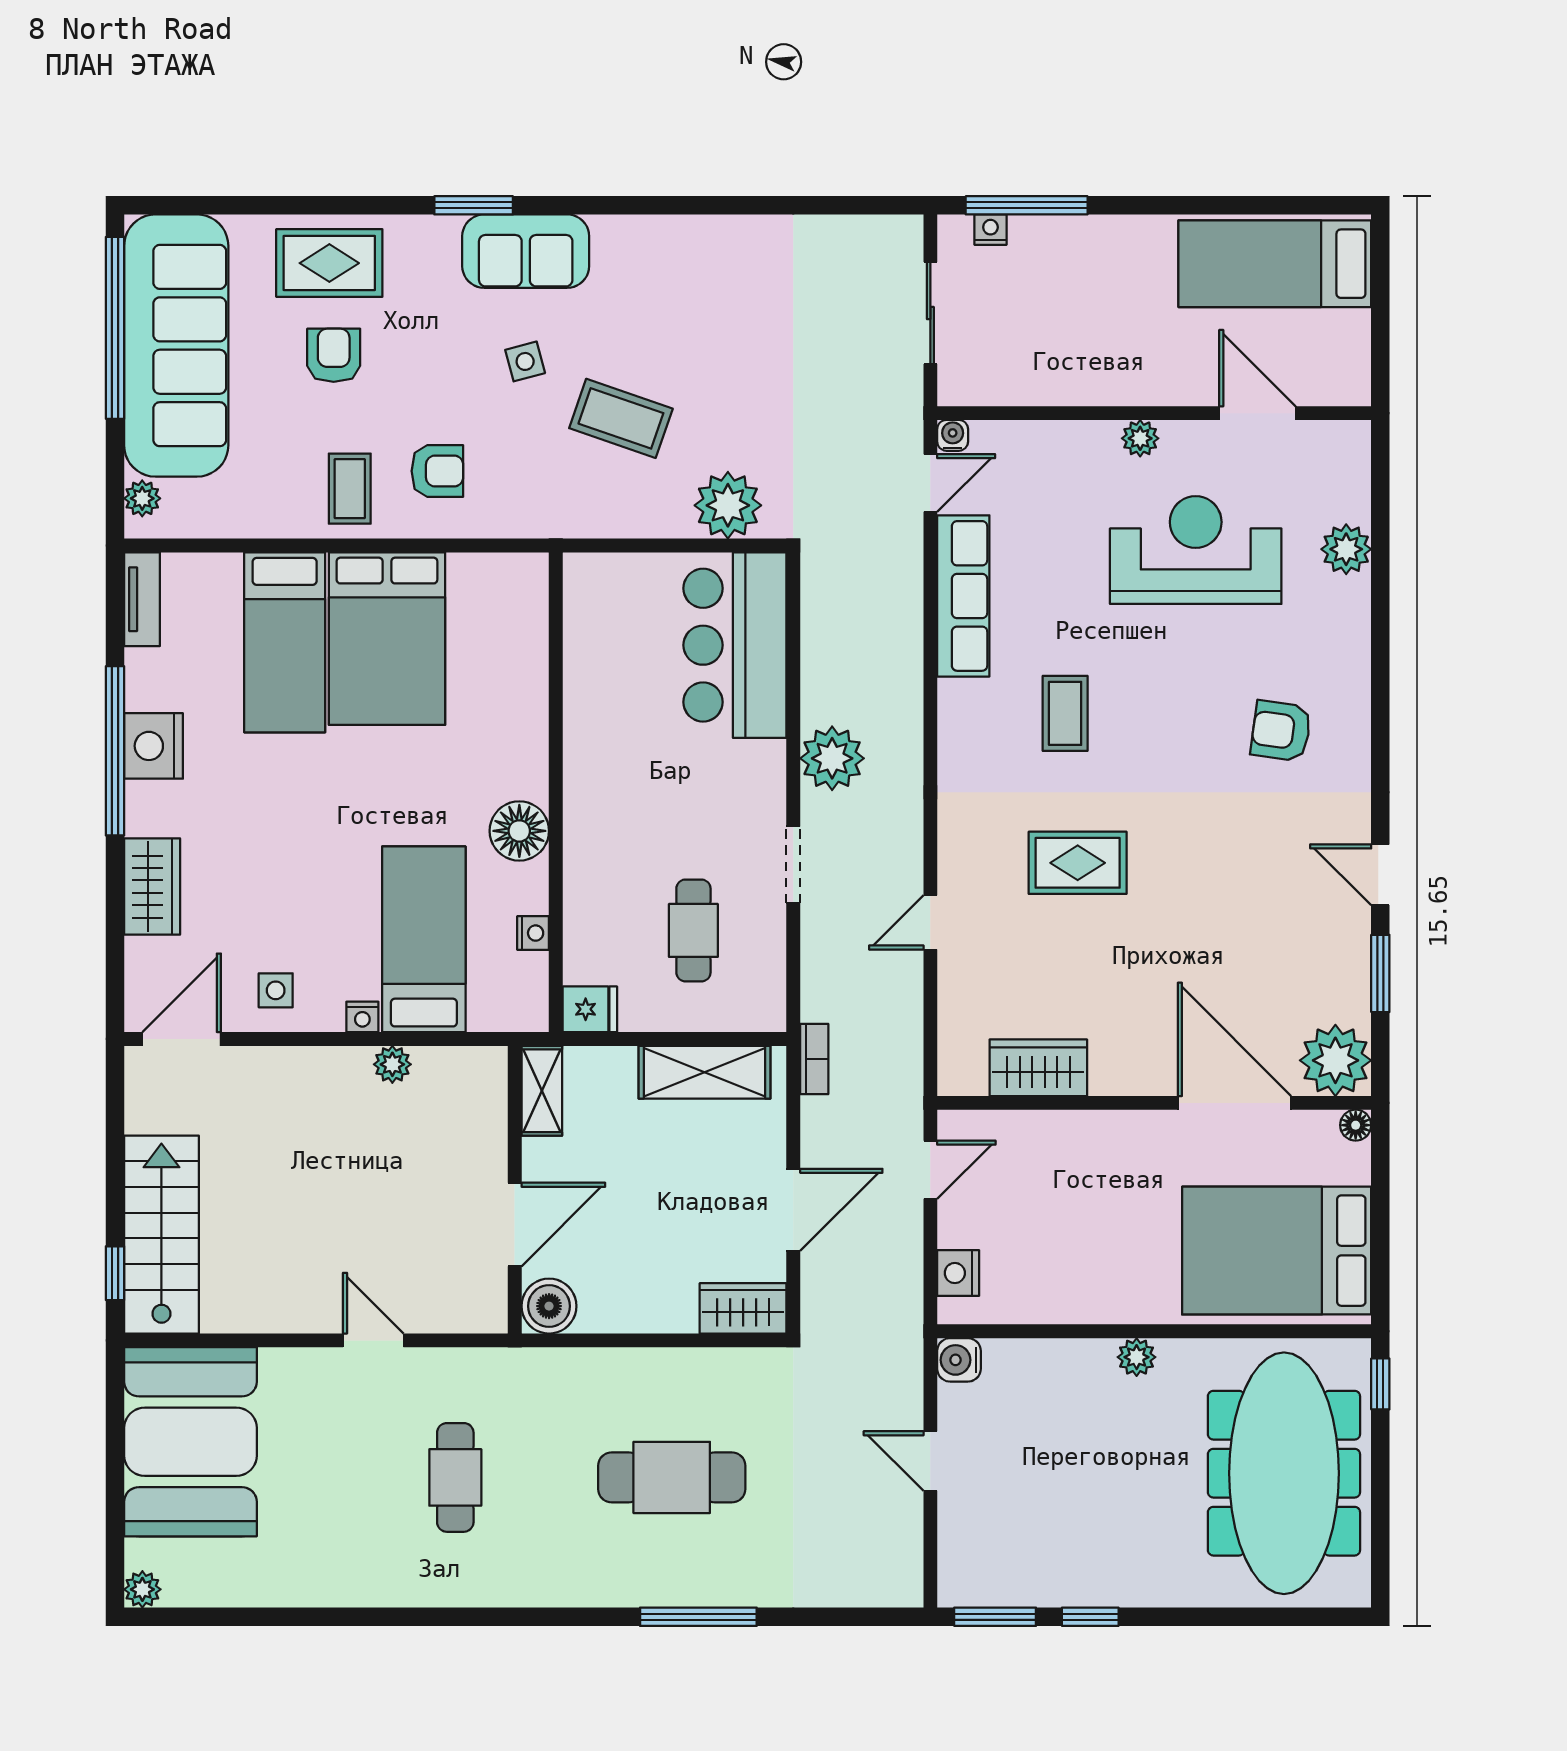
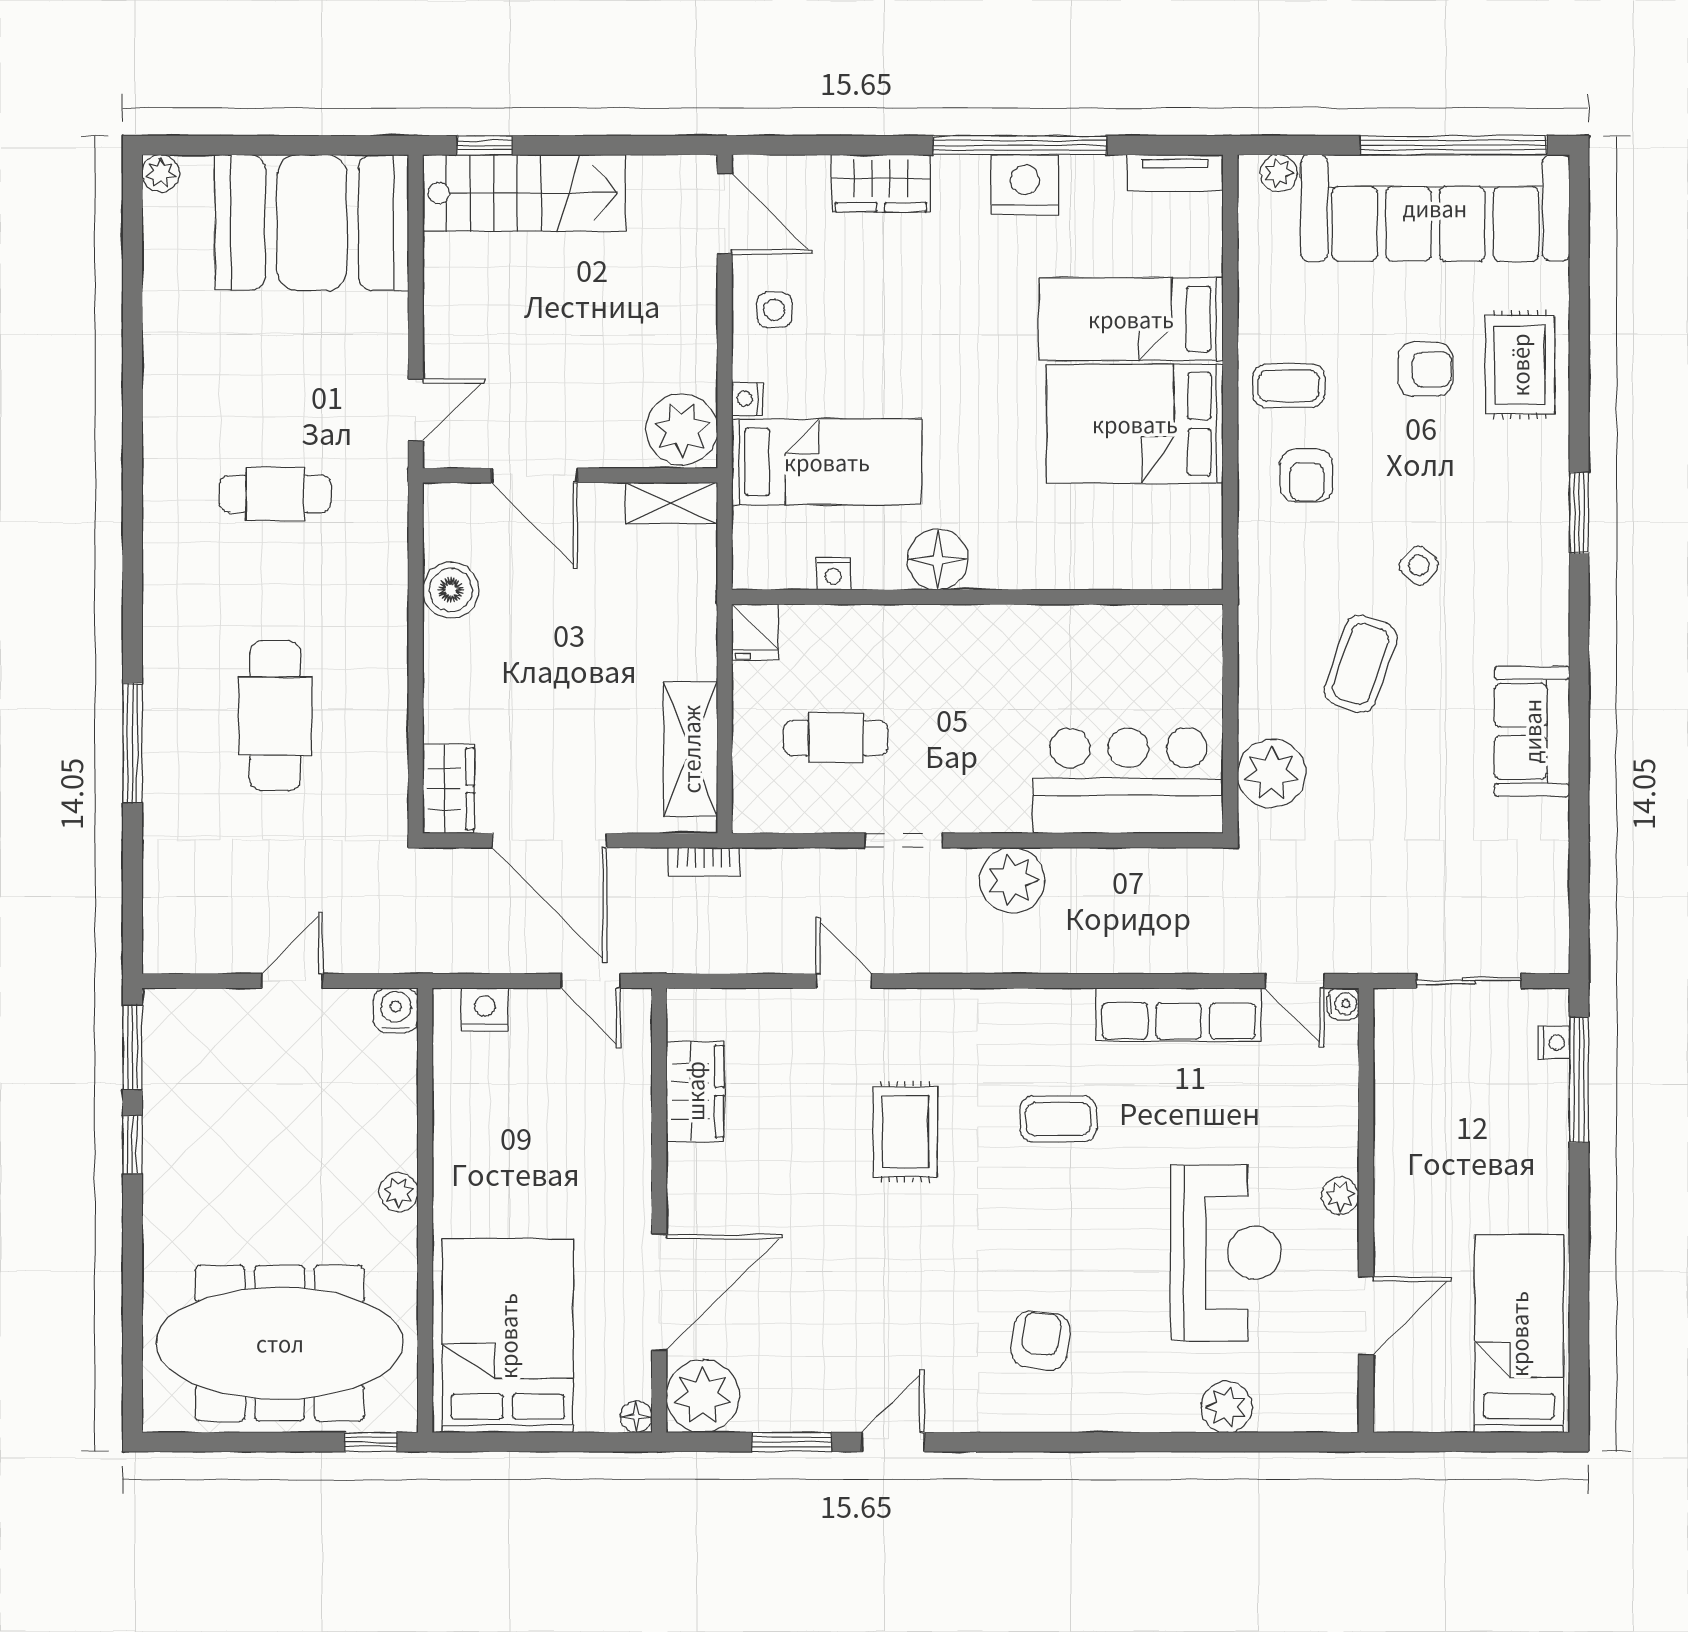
sofa: (526, 251) -> (1532, 731), moved
side table: (525, 361) -> (1419, 566), turned -33
plant: (392, 1064) -> (682, 429), width x1.88, depth x1.88
shelving: (542, 1091) -> (672, 503), moved
wall: (515, 1190) -> (570, 475), moved
door: (793, 1210) -> (549, 840), width x1.36
door: (515, 1225) -> (534, 475), moved

